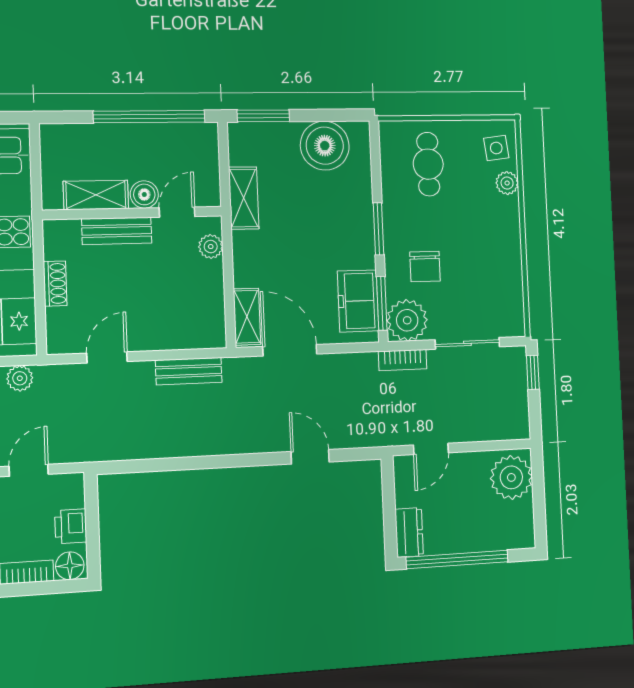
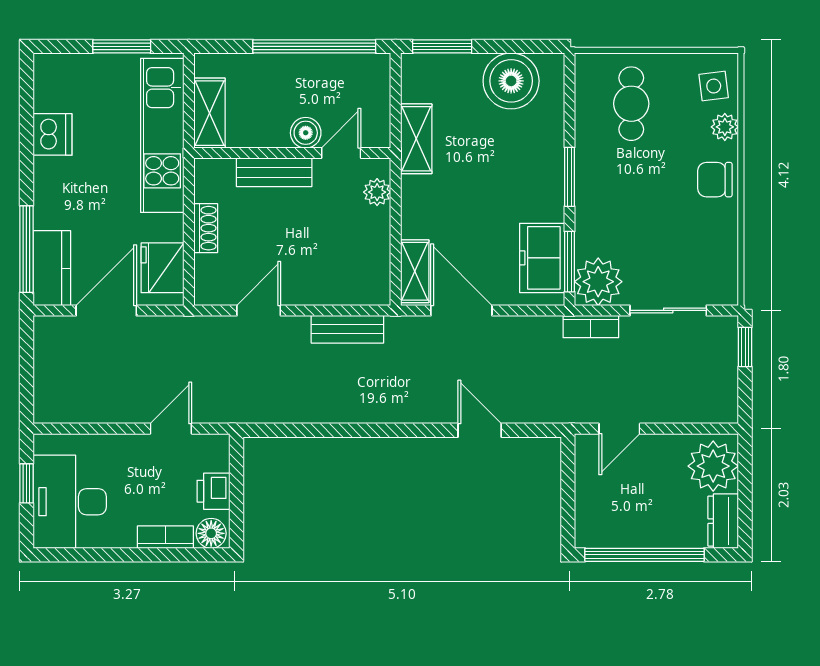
shelving: (96, 195) -> (210, 113), moved, turned 90
chair: (425, 266) -> (715, 180), moved, turned 90
plant: (20, 378) -> (165, 329), removed
dresser: (409, 532) -> (723, 521), moved, turned 180

